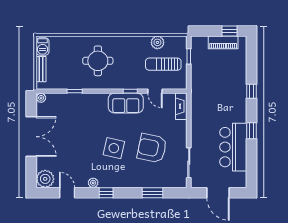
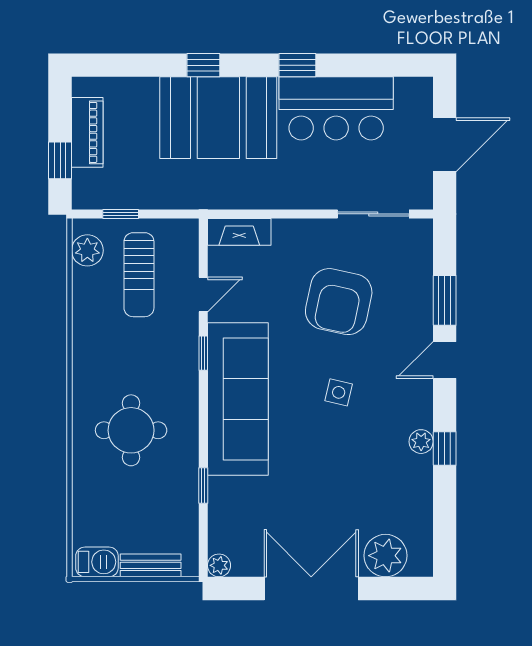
window: (229, 31) -> (60, 160), moved
plant: (157, 42) -> (87, 250), moved
booth: (229, 98) -> (218, 118), added
sofa: (126, 103) -> (238, 399), width x1.85, depth x1.27
side table: (114, 148) -> (339, 392), width x0.54, depth x0.54
plant: (45, 179) -> (385, 556), moved
door: (67, 193) -> (445, 360), moved
window: (106, 193) -> (445, 449), moved

